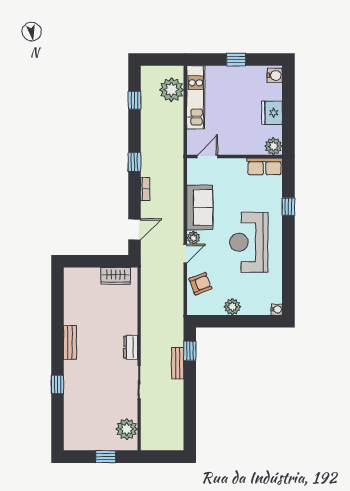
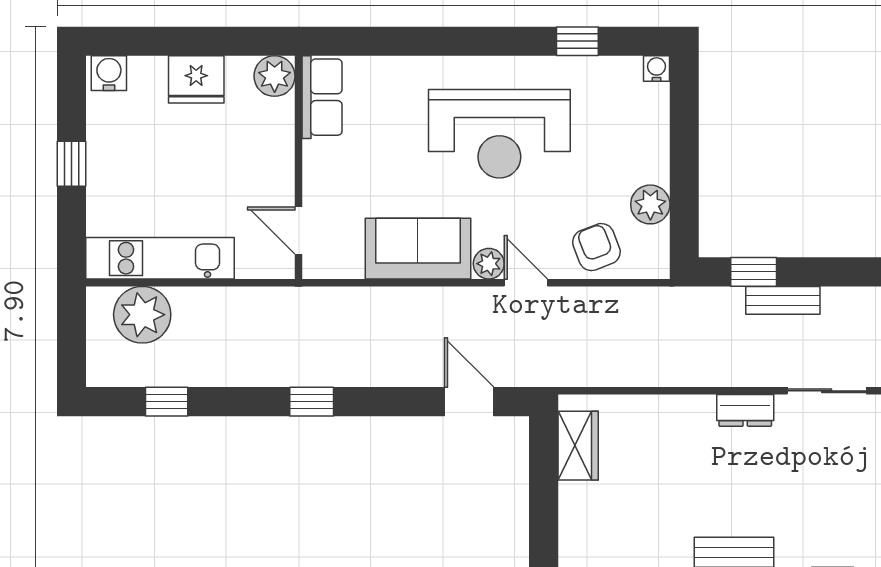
bookcase: (145, 189) -> (374, 376), removed
window: (288, 207) -> (577, 41), moved
plant: (232, 307) -> (650, 204), moved

